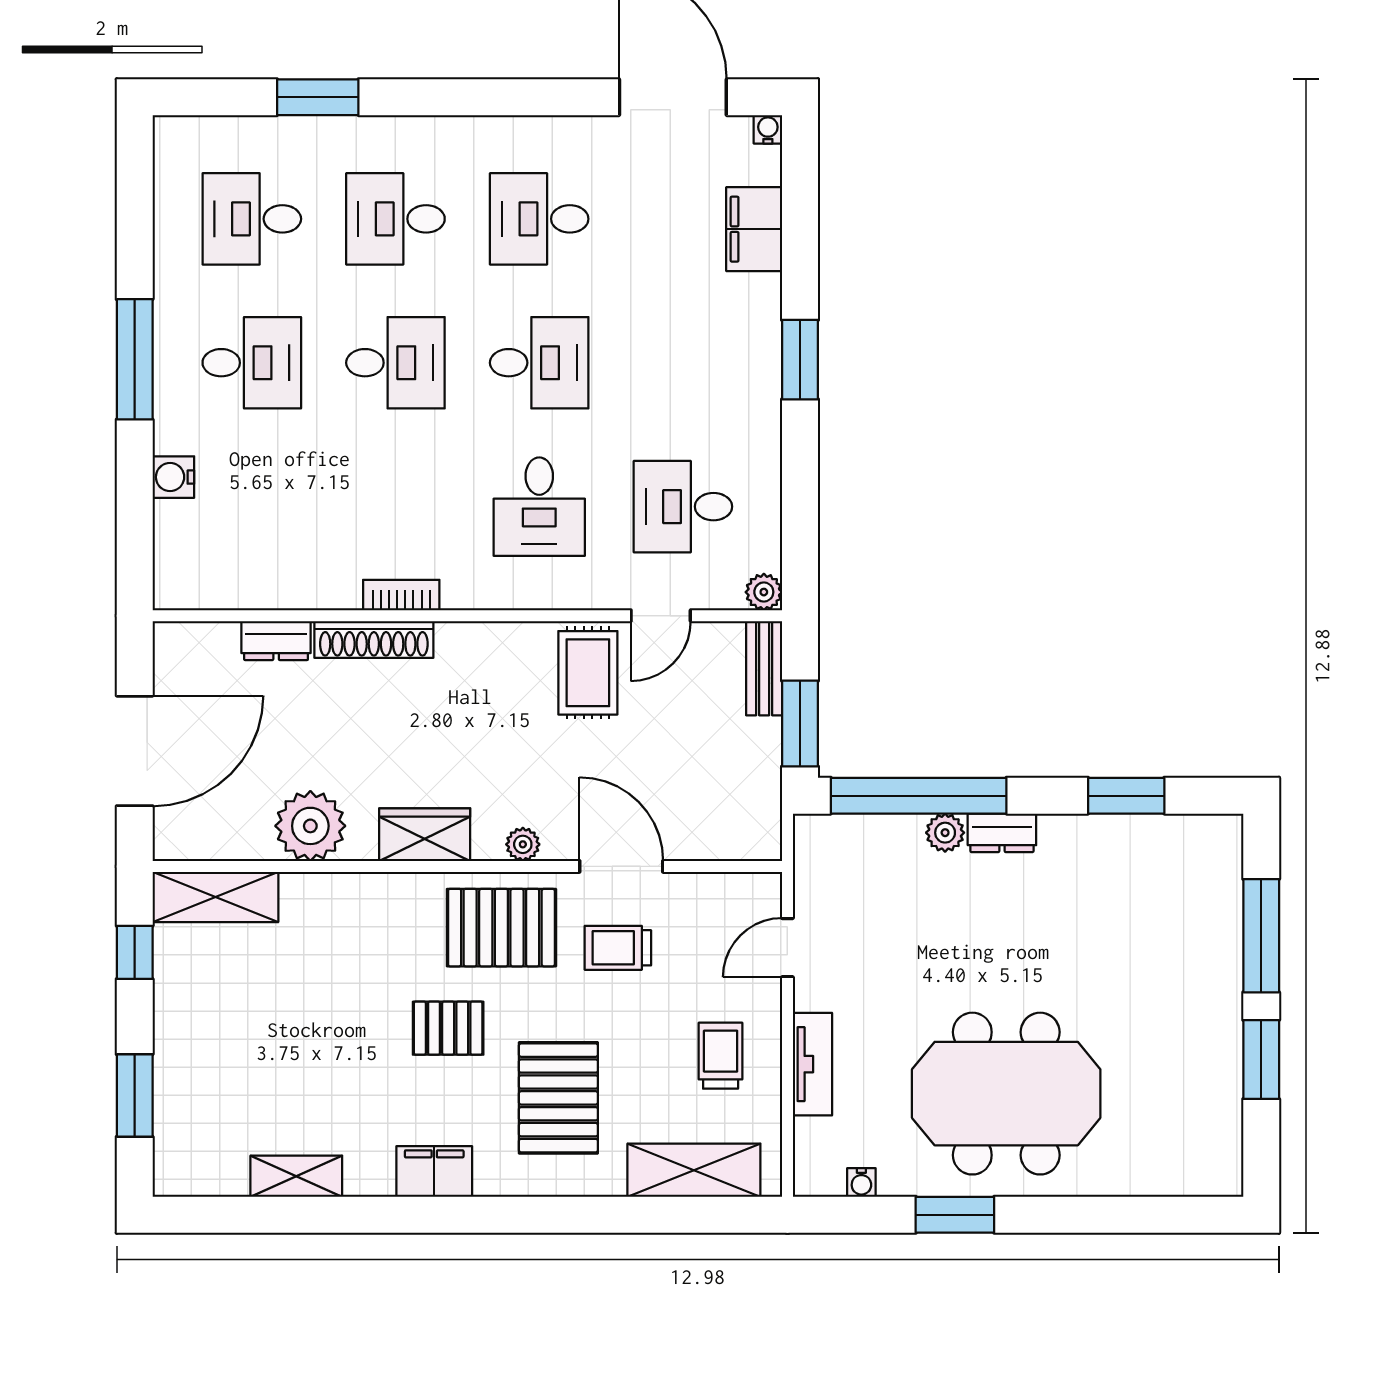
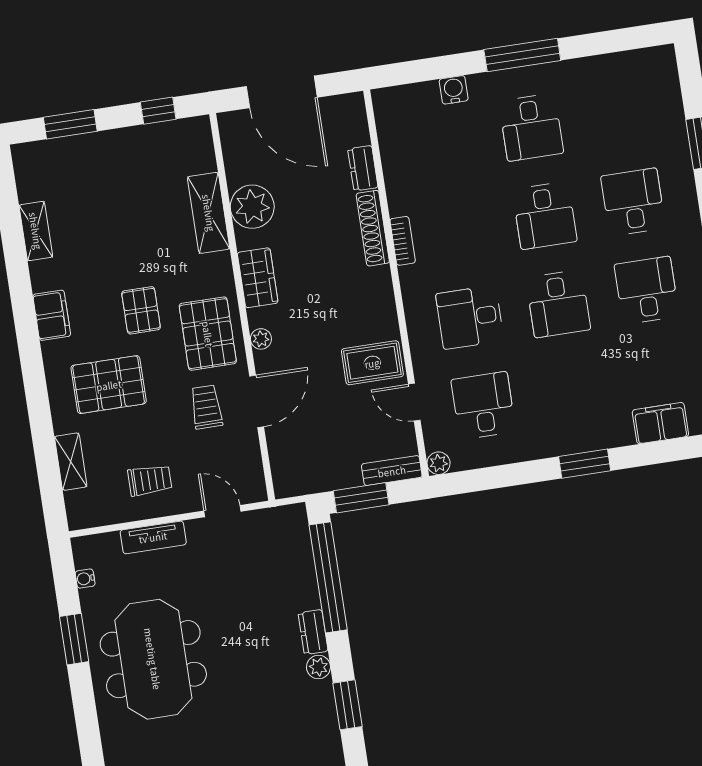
desk: (252, 219) -> (620, 114), removed
plant: (945, 833) -> (318, 667), moved
shelving: (215, 897) -> (209, 213), moved
shelving: (694, 1170) -> (71, 462), width x0.67, depth x0.75

